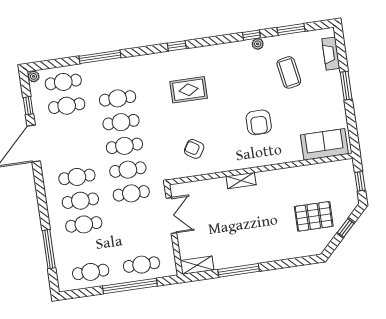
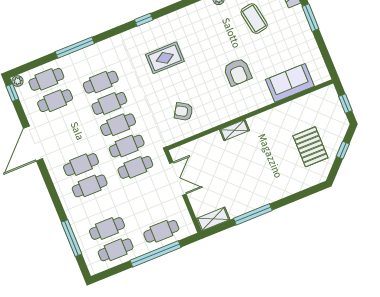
window: (28, 106) -> (12, 93), moved
sofa: (324, 144) -> (290, 83), moved
pallet: (314, 216) -> (310, 147), turned 90
cafe table: (84, 224) -> (107, 229), moved

